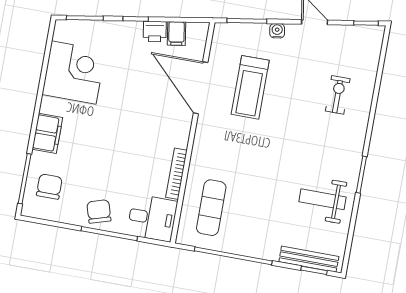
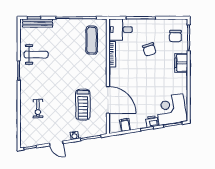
printer: (155, 32) -> (152, 122), moved
corner desk: (74, 73) -> (171, 109), moved, turned 81
treadmill: (250, 87) -> (83, 105), turned 180
chair: (99, 211) -> (149, 49), moved

